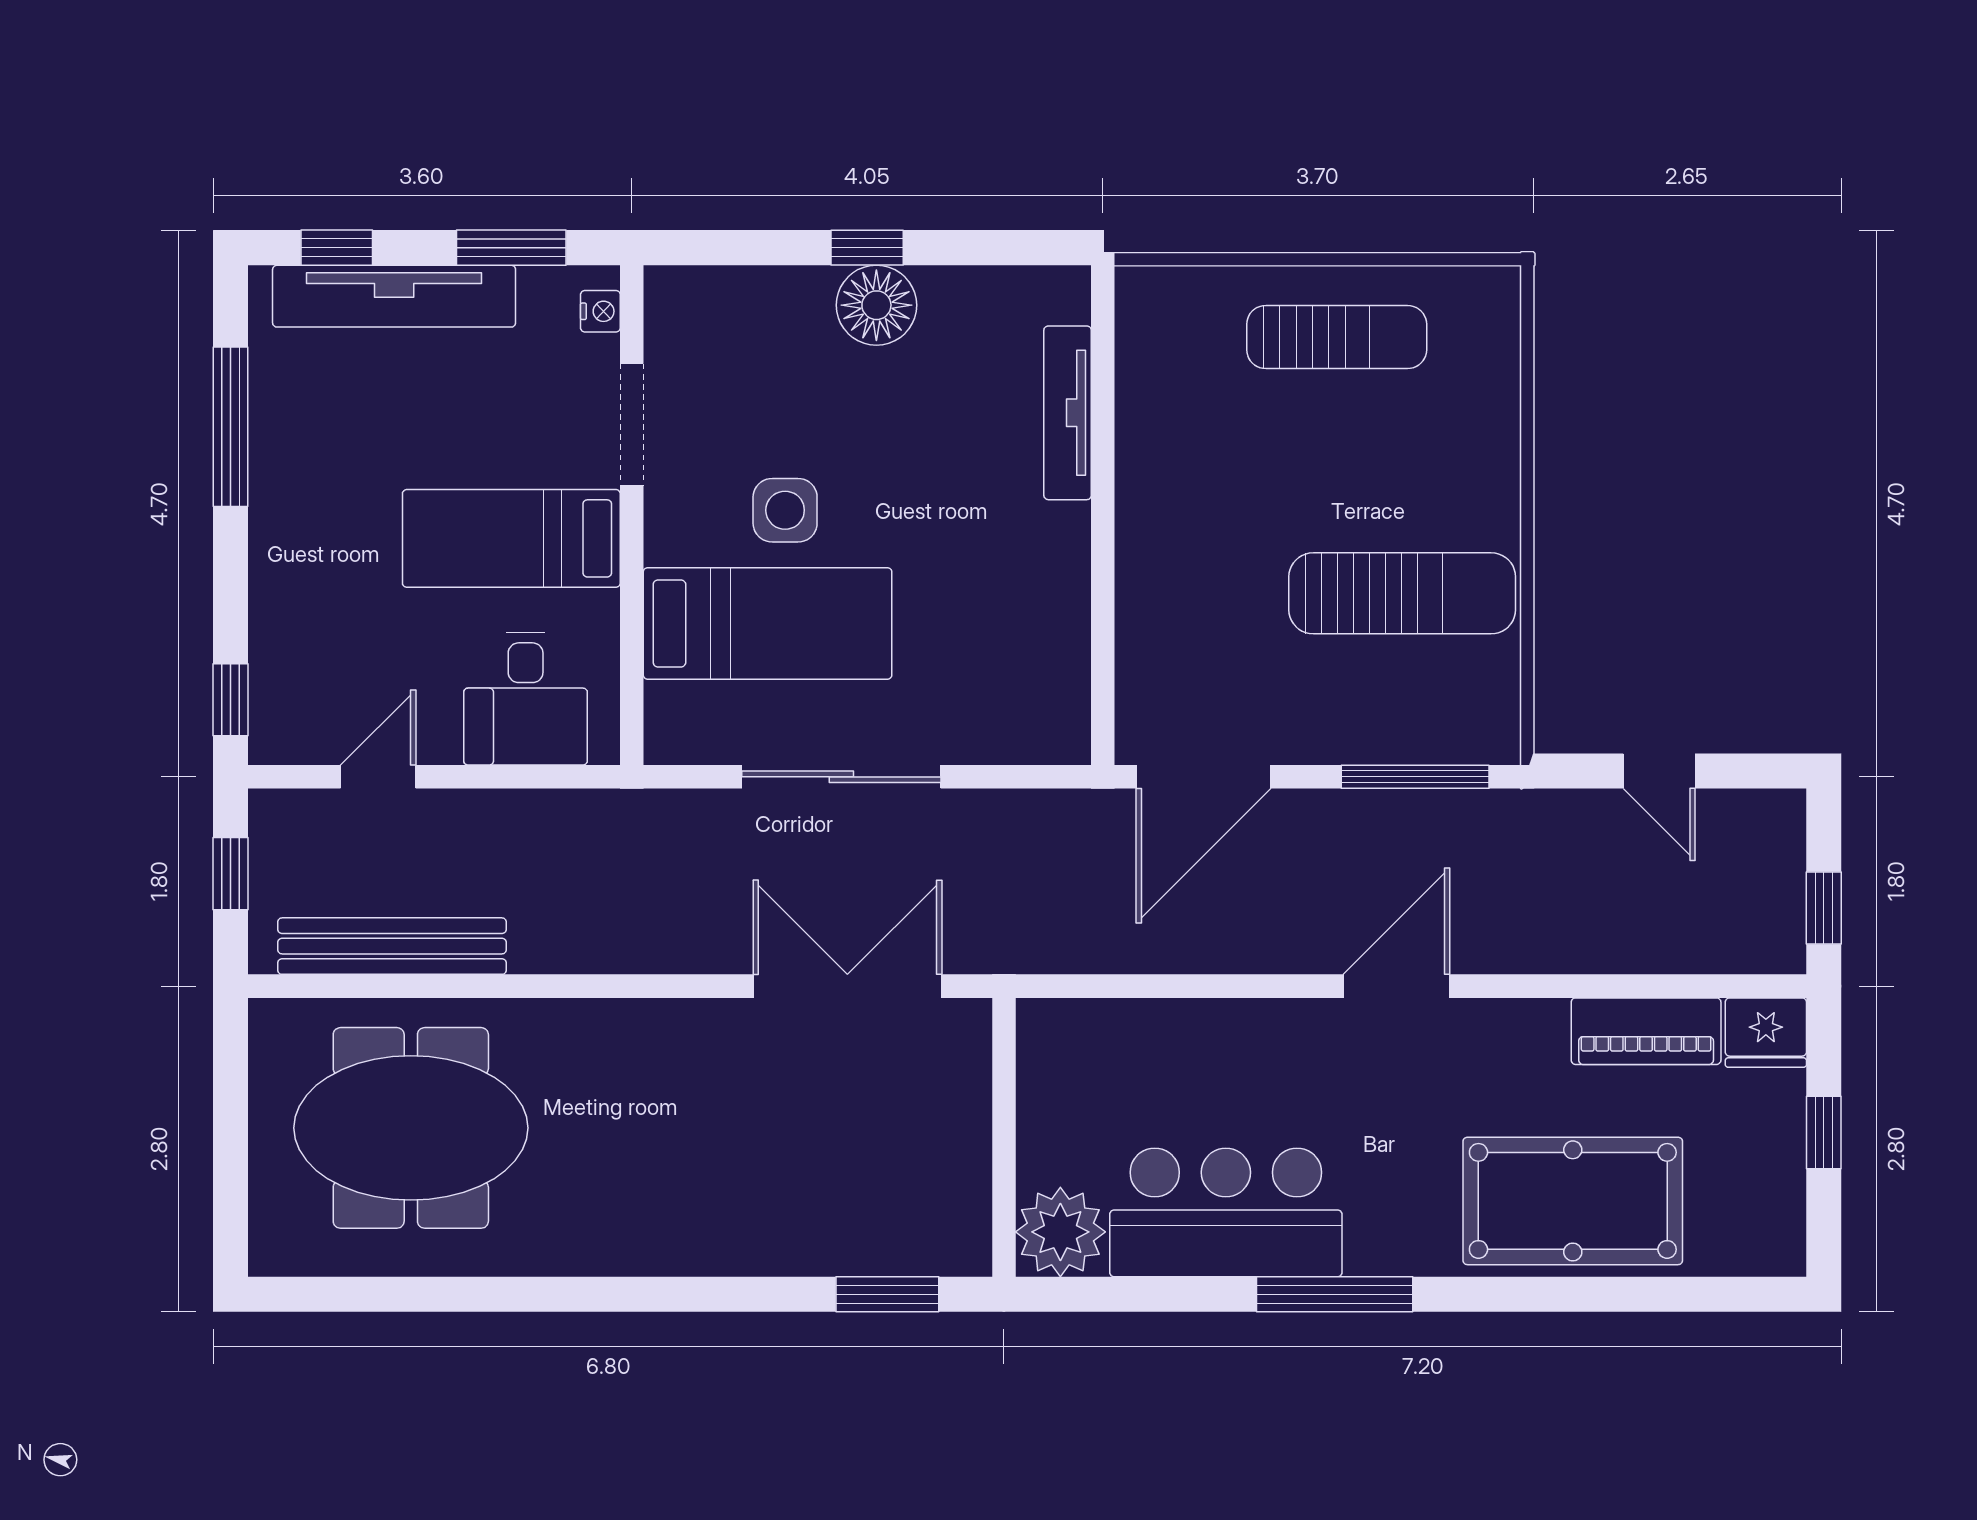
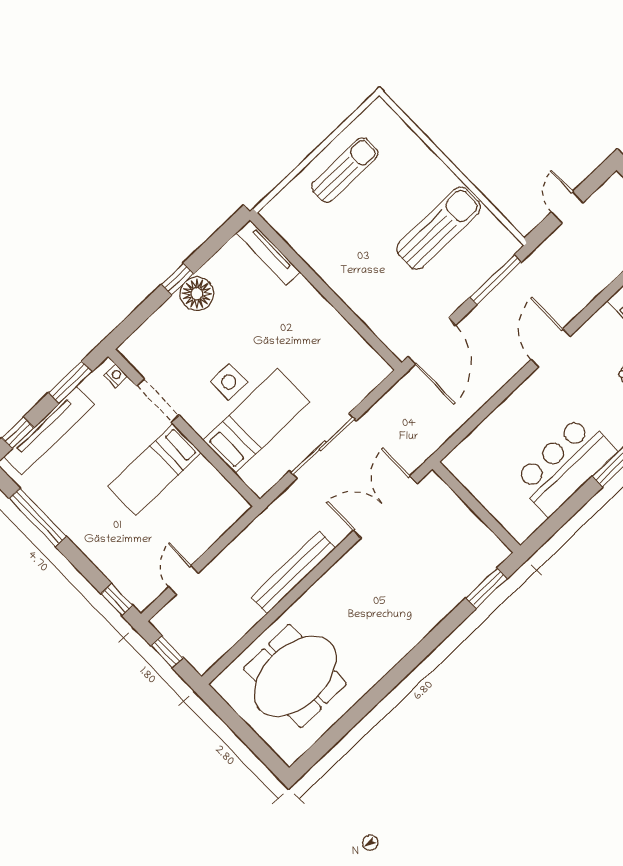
tv unit: (1068, 413) -> (268, 252), moved
desk: (526, 699) -> (205, 514), removed
door: (1659, 771) -> (567, 207), swing flipped
bench: (392, 946) -> (293, 572), moved
plant: (1060, 1232) -> (521, 519), removed

